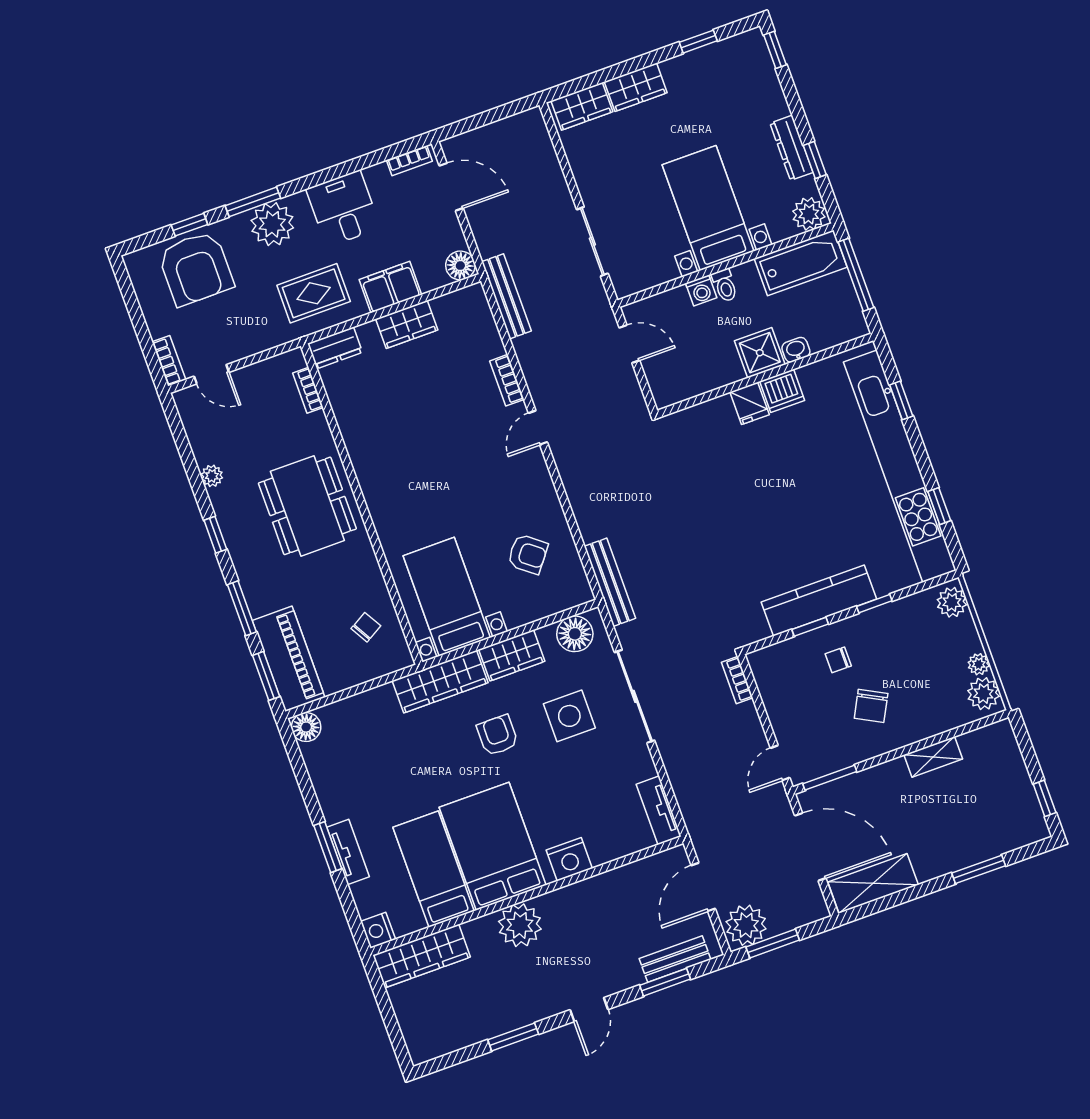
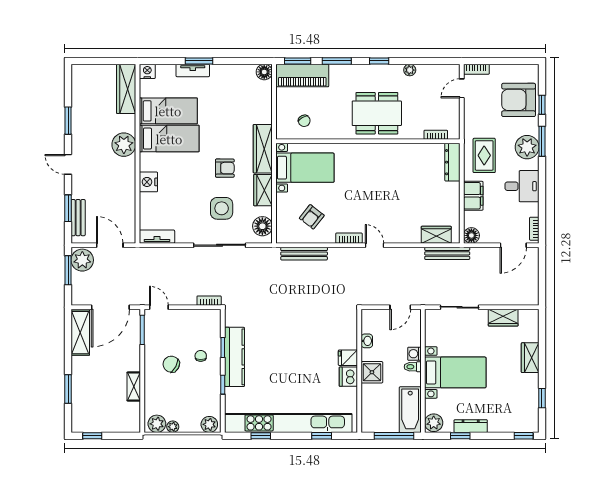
wardrobe: (582, 106) -> (503, 318), moved, turned -90
wardrobe: (407, 324) -> (436, 235), moved, turned 90
dresser: (335, 348) -> (452, 162), width x1.44
washbasin: (796, 350) -> (367, 341), moved
bookcase: (507, 380) -> (349, 238), moved
bench: (610, 582) -> (304, 254), moved
bed: (493, 846) -> (169, 139), width x0.67

